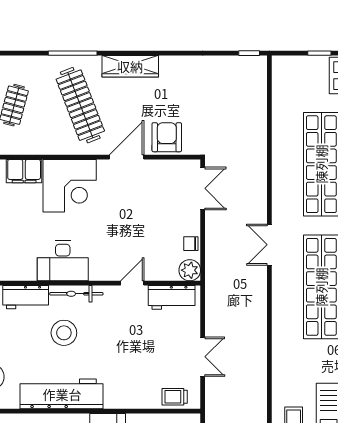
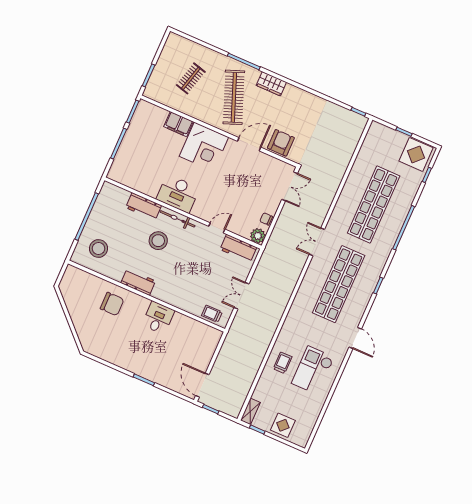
wardrobe: (130, 66) -> (271, 84), width x0.67
double door: (203, 357) -> (242, 296), swing flipped
workbench: (62, 394) -> (138, 282), width x0.53, depth x0.76

